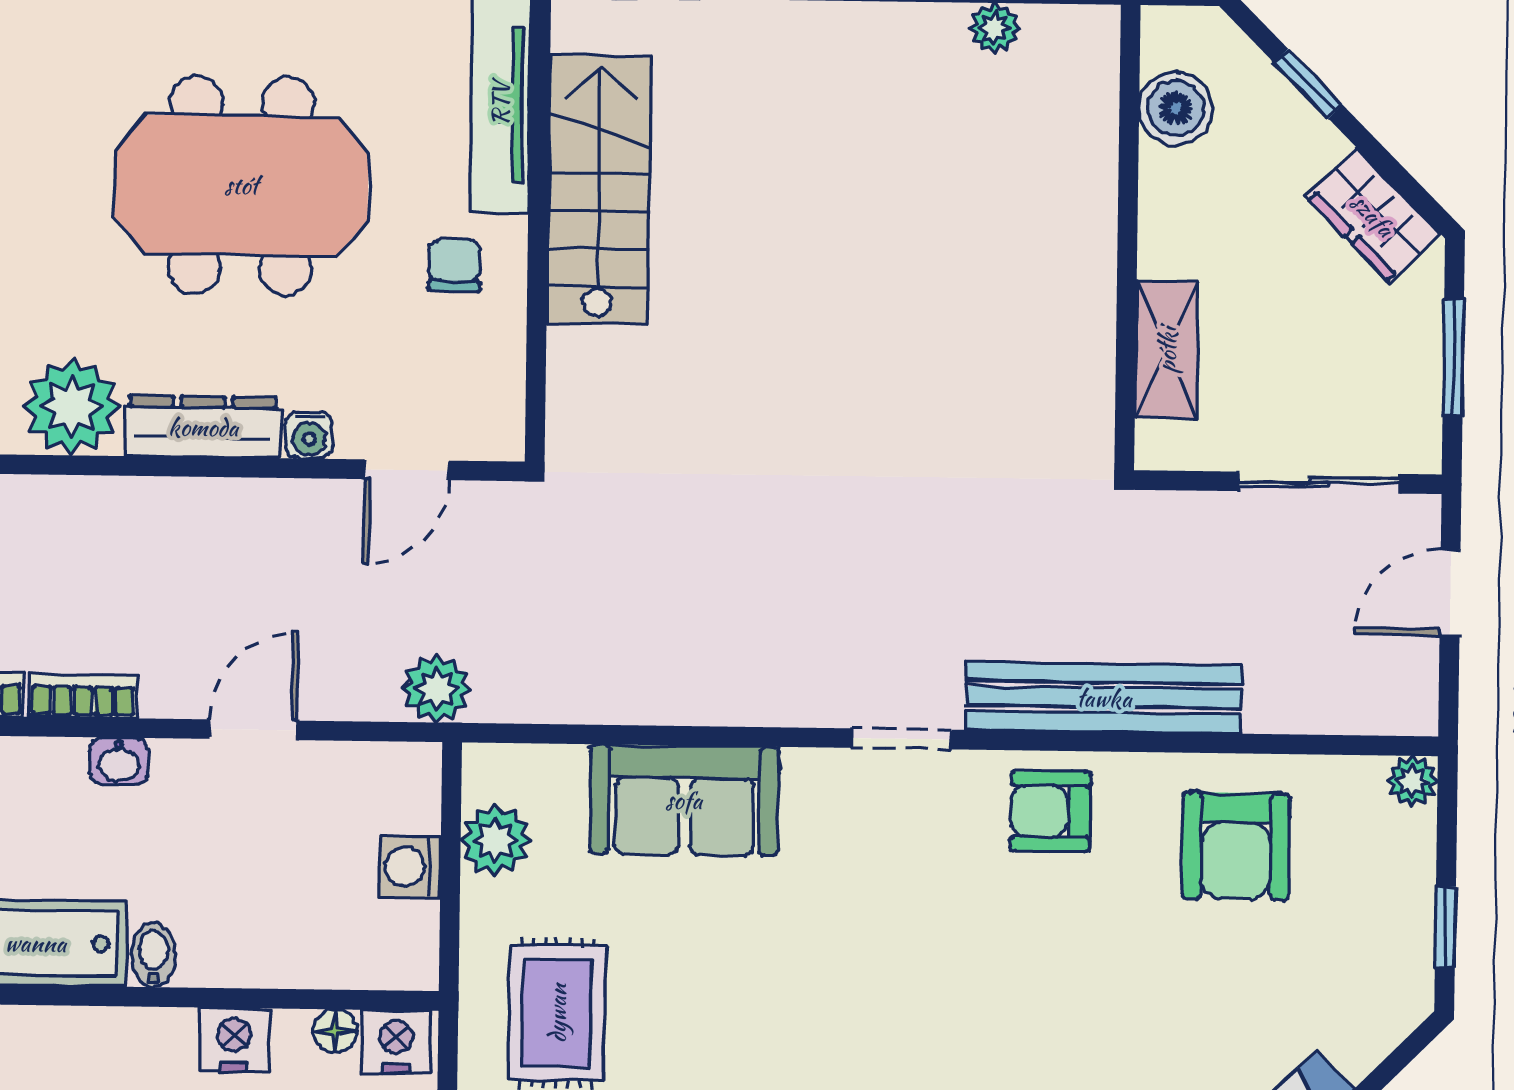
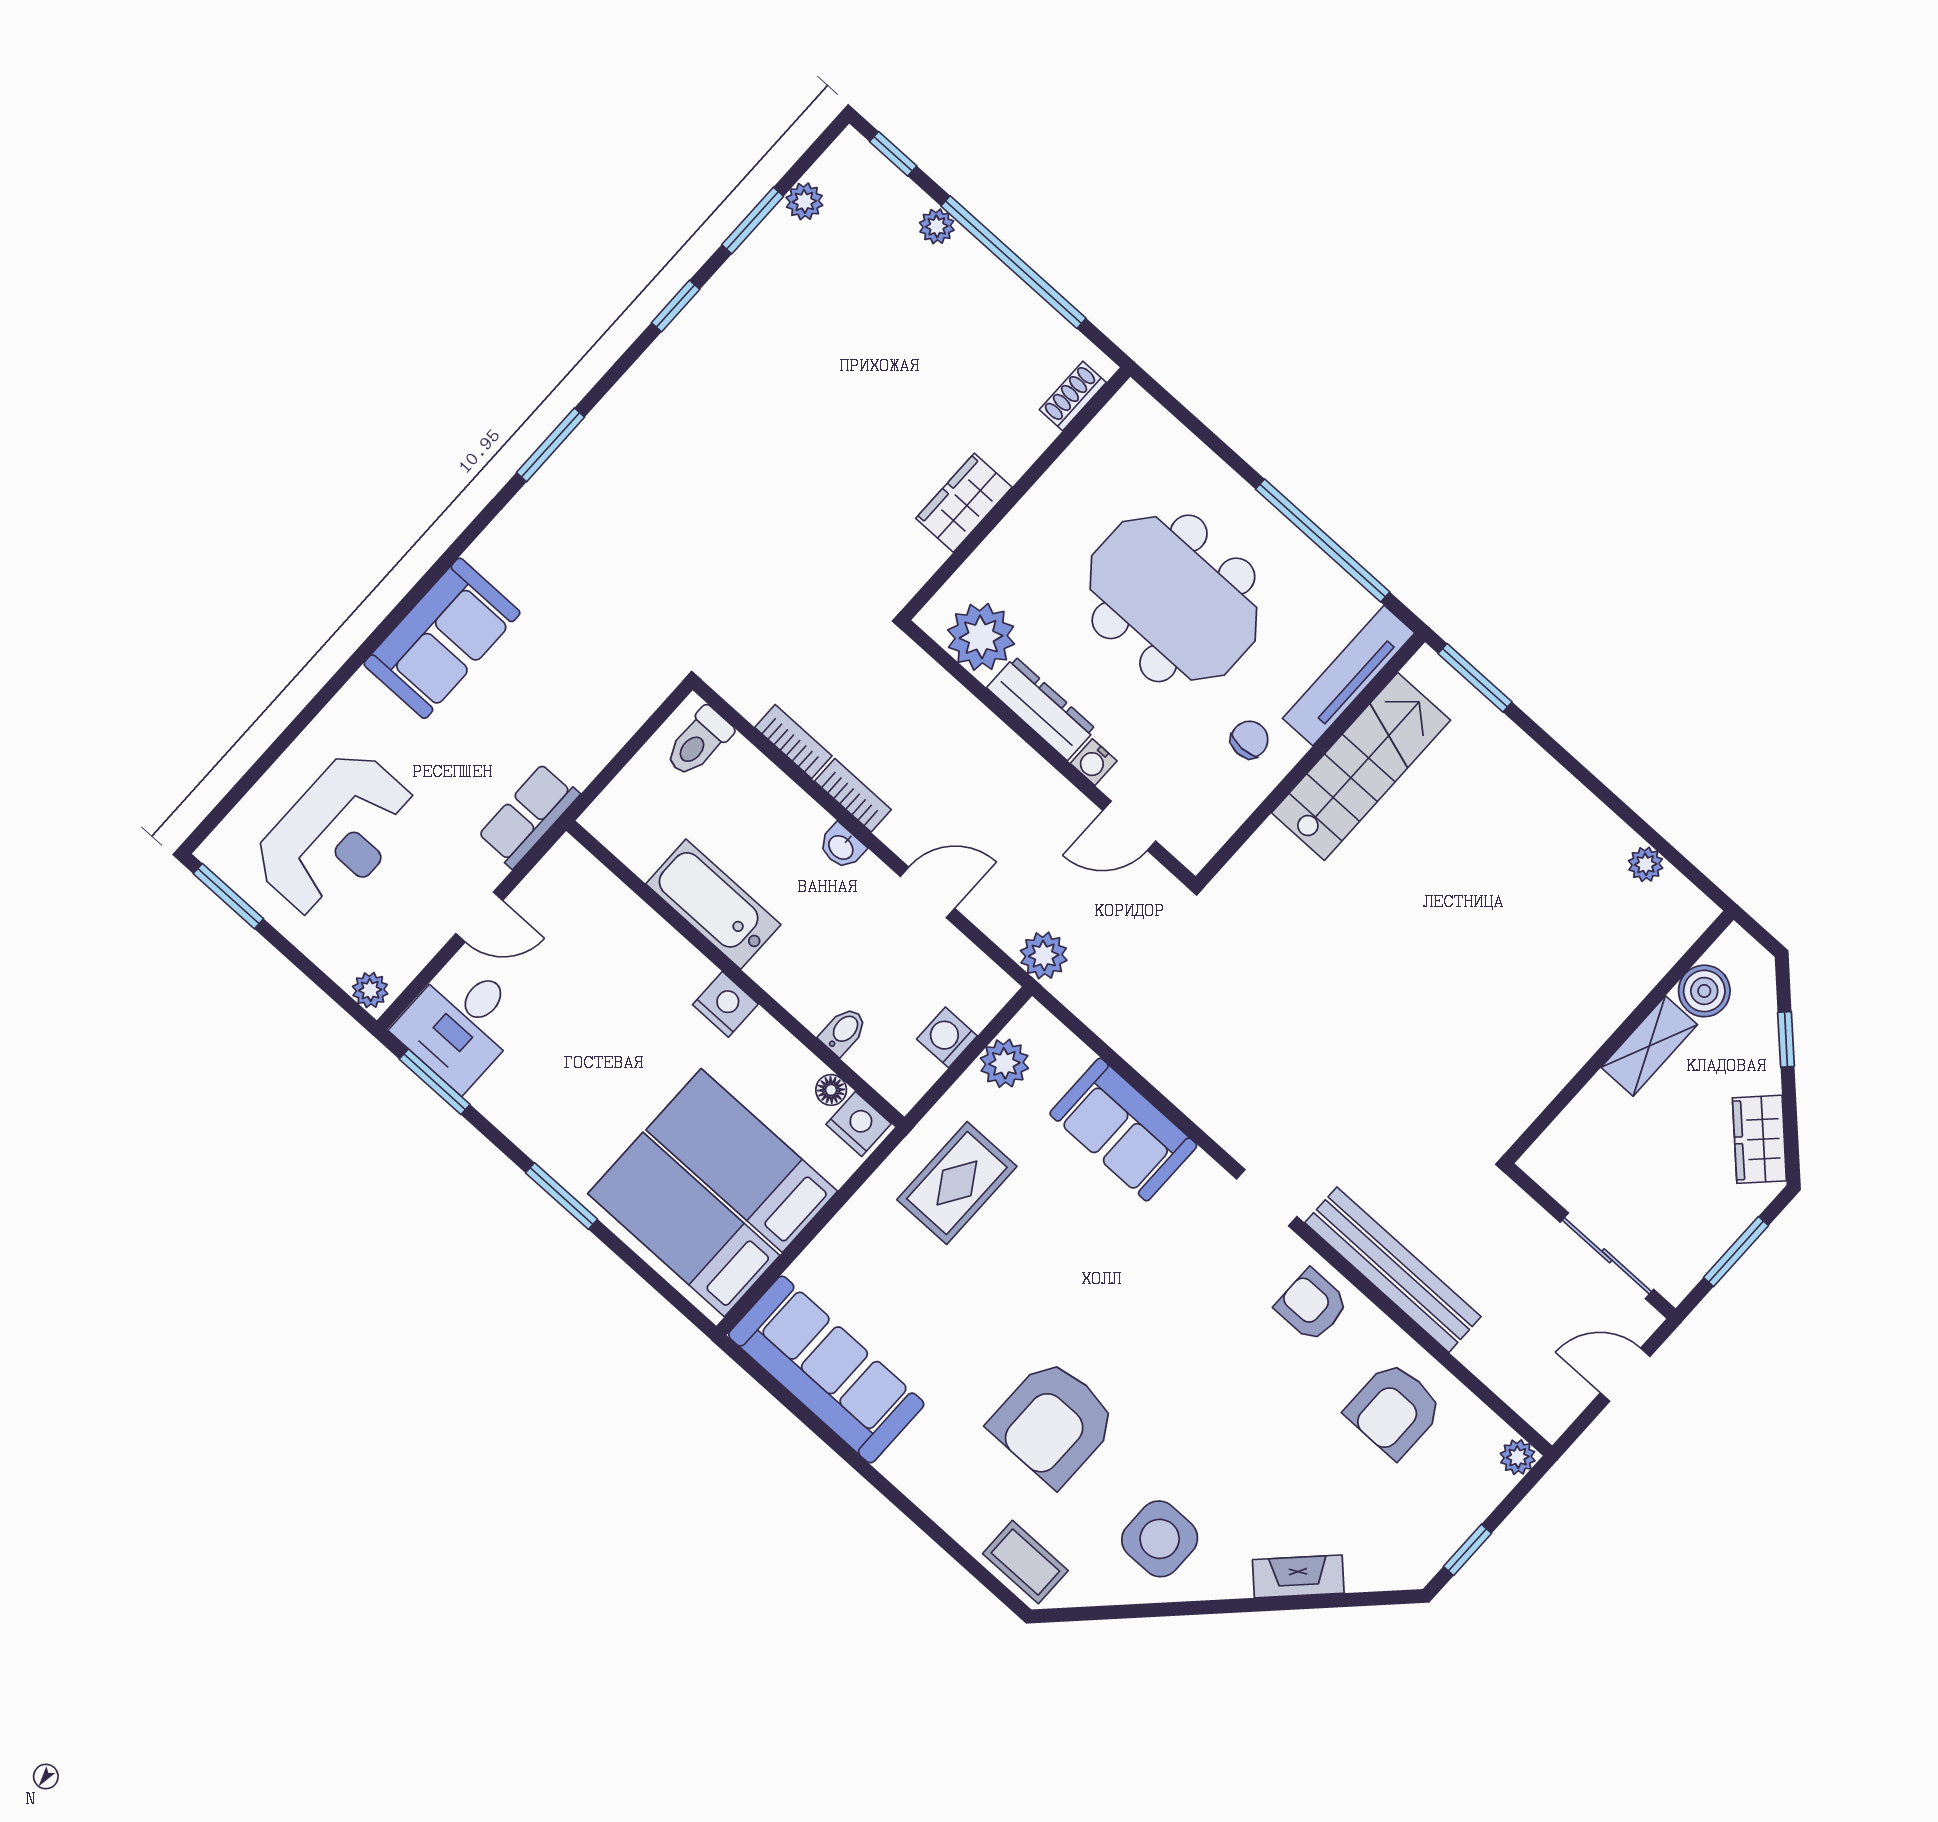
shelving: (1167, 350) -> (1649, 1046), moved
bidet: (153, 955) -> (843, 1031), moved
nightstand: (234, 1040) -> (725, 1004), moved

